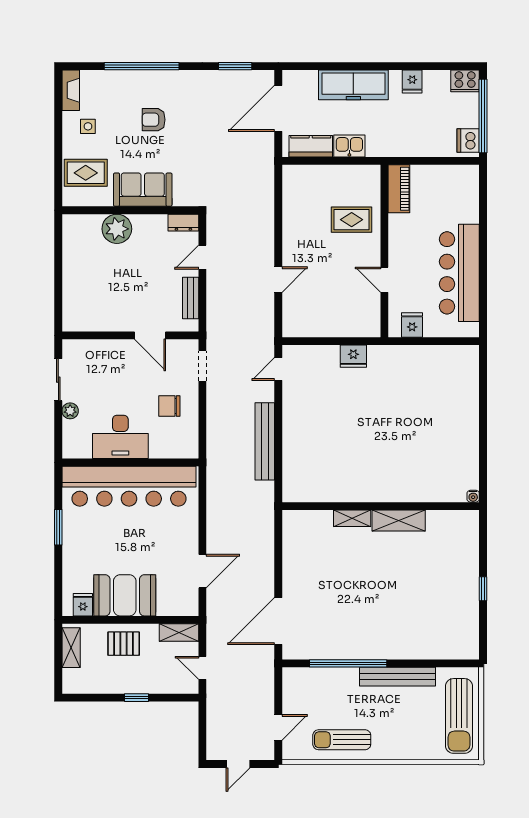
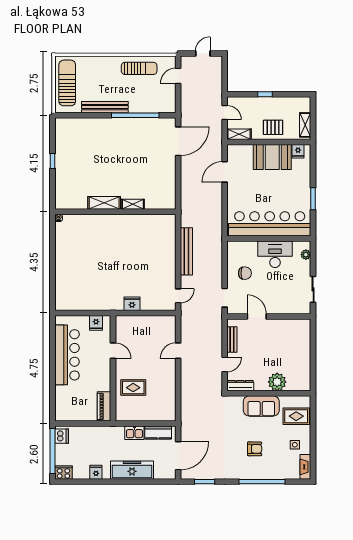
dresser: (183, 223) -> (240, 386), width x1.44
plant: (70, 411) -> (306, 255), moved

